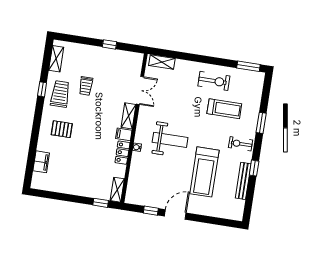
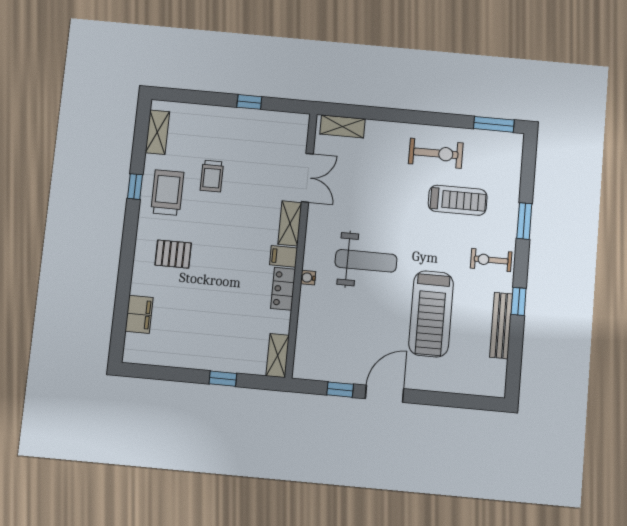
window: (101, 203) -> (223, 379), moved

